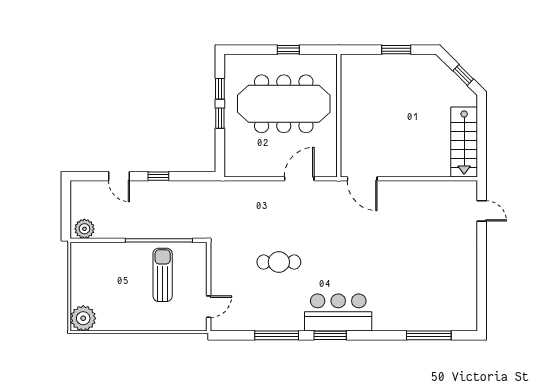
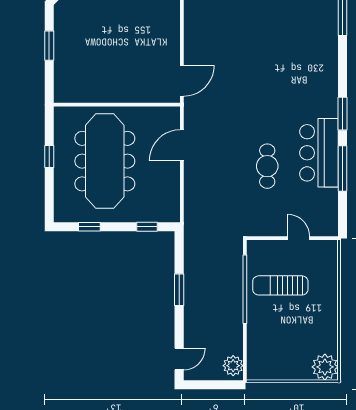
window: (220, 118) -> (147, 227), moved
door: (119, 176) -> (179, 359), moved
window: (158, 176) -> (179, 290), width x1.50
door: (299, 179) -> (182, 145), hinge flipped
door: (209, 307) -> (299, 238), moved
bar counter: (338, 312) -> (319, 153), moved

